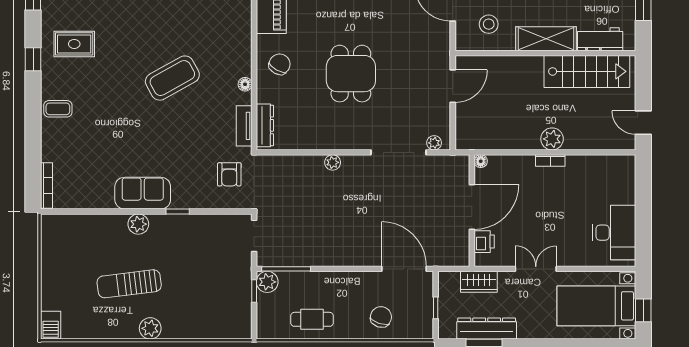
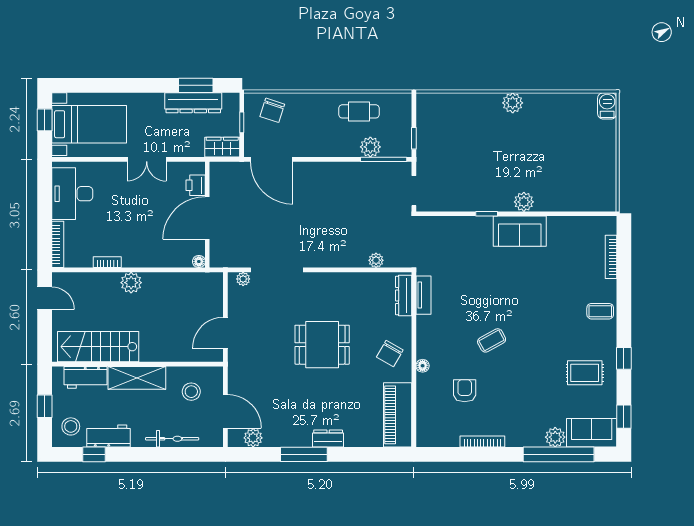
dining table: (351, 74) -> (322, 345), turned 90
coffee table: (172, 78) -> (492, 340), width x0.54, depth x0.58
floor lamp: (245, 84) -> (423, 366), moved
bookcase: (550, 160) -> (107, 262), moved
plant: (333, 162) -> (376, 260), moved
armchair: (229, 174) -> (465, 391), moved
bookcase: (629, 179) -> (58, 244), added
bookcase: (47, 186) -> (611, 257), moved
plant: (267, 282) -> (370, 147), moved
wardrobe: (479, 282) -> (222, 147), moved
sun lounger: (129, 284) -> (533, 145), removed
chair: (381, 317) -> (272, 110), moved

